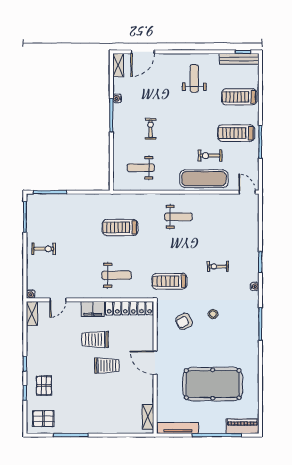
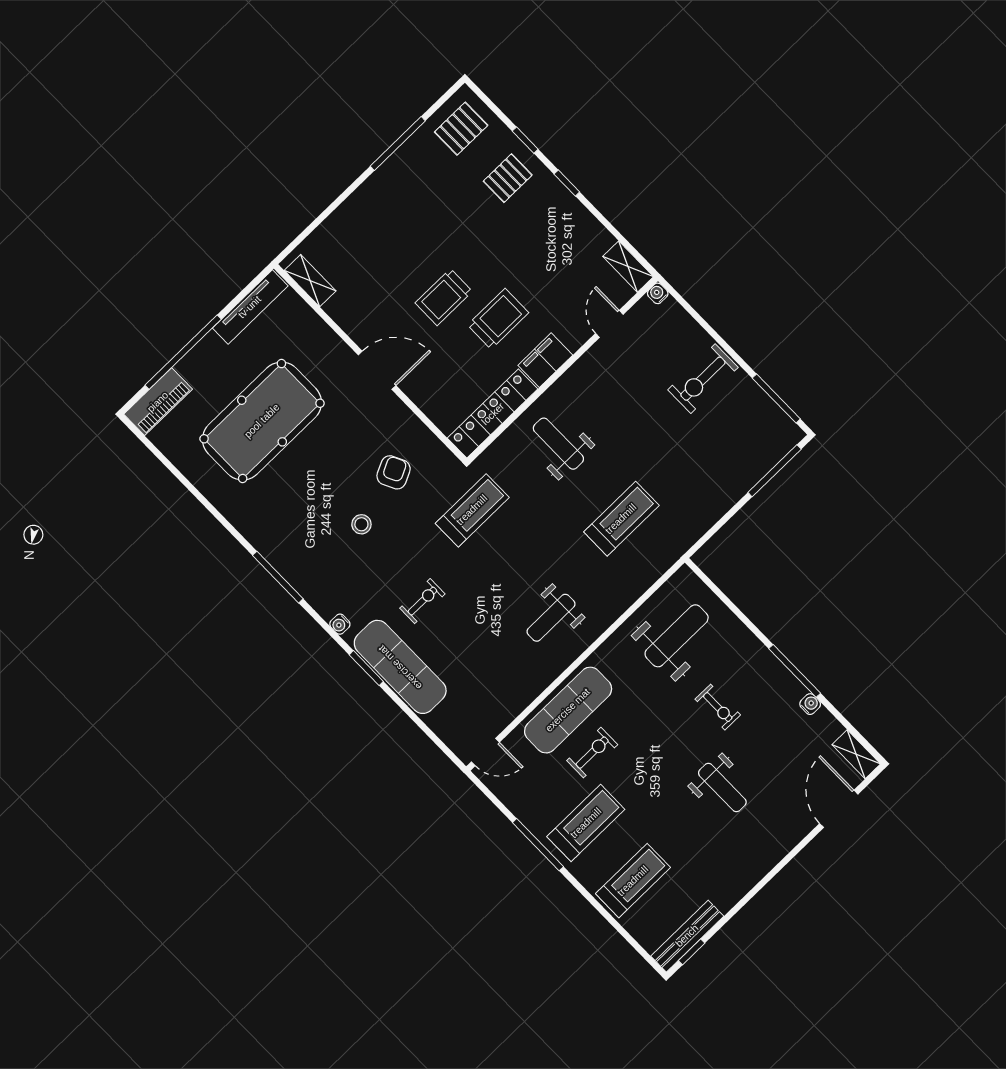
weight bench: (194, 78) -> (722, 788), moved
weight bench: (141, 168) -> (677, 636), width x1.36, depth x1.33
exercise bike: (44, 249) -> (703, 379), width x1.38, depth x1.39
exercise mat: (248, 251) -> (400, 667), added
weight bench: (117, 275) -> (558, 444), turned 90
pallet: (44, 385) -> (508, 178), turned 90

